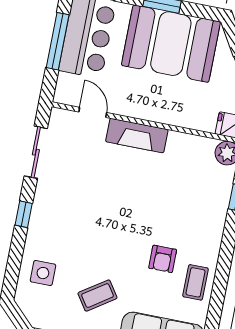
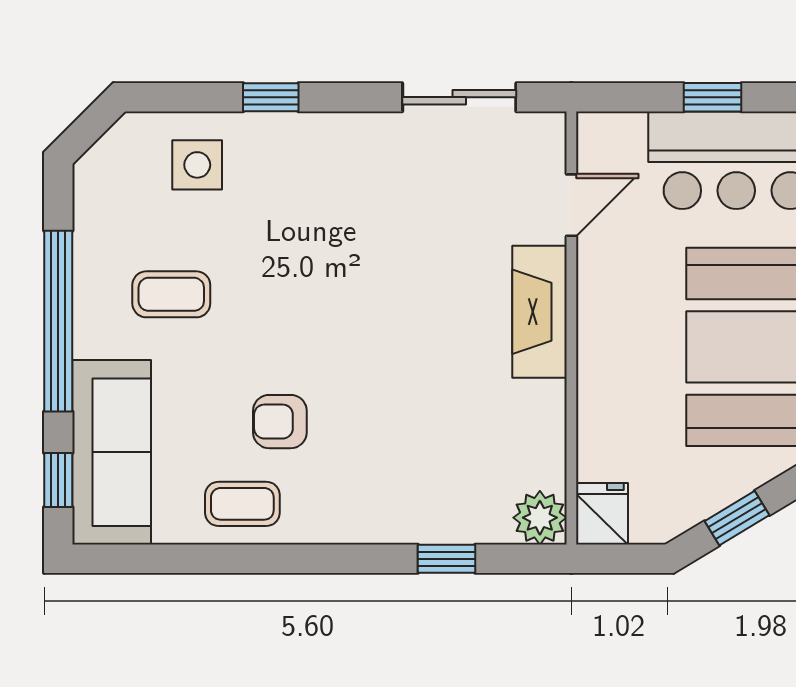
window: (58, 41) -> (712, 97), width x0.46
window: (24, 214) -> (271, 97), moved
coffee table: (97, 296) -> (171, 294), turned -56

